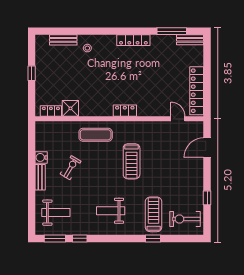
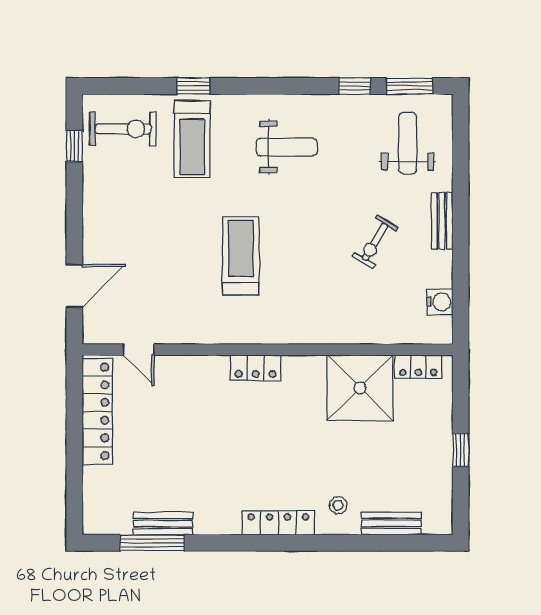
locker: (133, 40) -> (278, 523), moved
bench: (190, 40) -> (163, 524), moved
shower: (70, 108) -> (360, 388), width x1.86, depth x1.86
exercise mat: (96, 135) -> (320, 314), removed
water cooler: (41, 157) -> (440, 302), moved
window: (207, 198) -> (74, 146), moved
weight bench: (56, 213) -> (408, 143), turned 90

